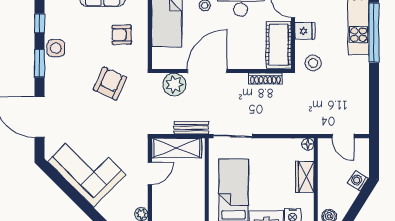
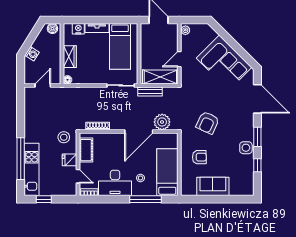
cot: (279, 45) -> (86, 150), width x0.73, depth x0.75
door: (343, 136) -> (43, 85), hinge flipped

